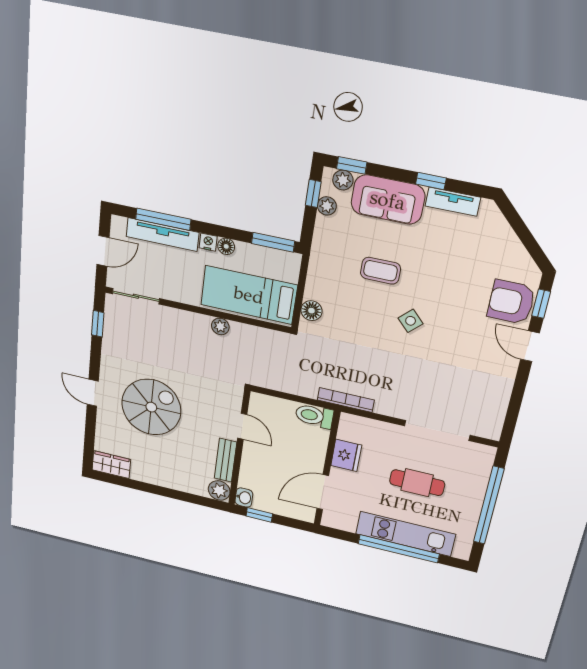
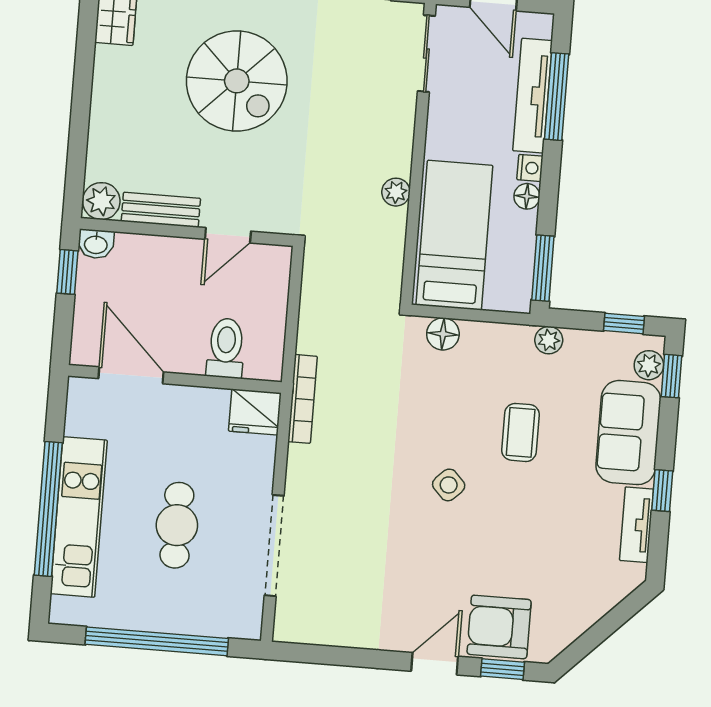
plant: (327, 206) -> (549, 340), moved
armchair: (511, 302) -> (499, 627), turned -90
toilet: (314, 416) -> (226, 348), moved
fridge: (346, 455) -> (255, 412), moved

